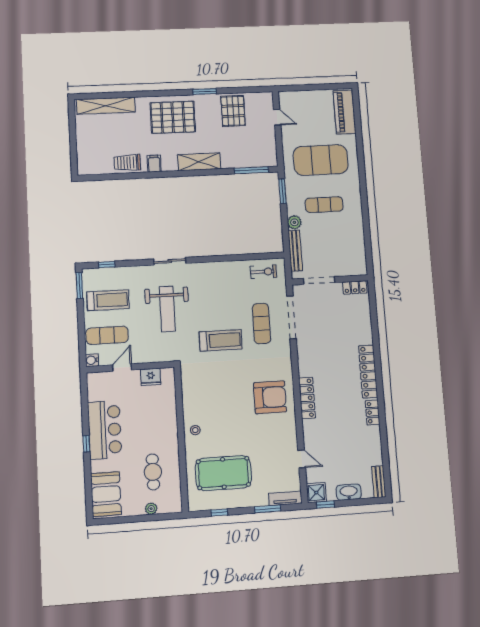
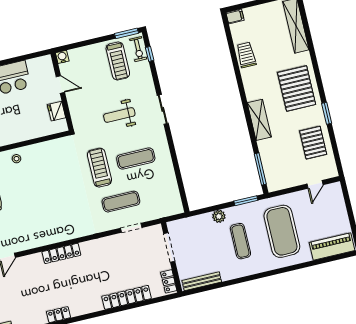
pallet: (233, 111) -> (313, 143), turned 90
filing cabinet: (154, 164) -> (235, 16), moved
bench: (295, 251) -> (202, 281), moved
exercise bike: (263, 272) -> (138, 49), moved
weight bench: (167, 309) -> (119, 115), width x0.73, depth x0.75
doorway: (292, 317) -> (131, 228), width x0.53
exercise mat: (107, 335) -> (136, 159), moved, turned 90
treadmill: (221, 340) -> (99, 168), turned 180
locker: (368, 371) -> (127, 297), moved
armchair: (270, 397) -> (56, 220), removed

